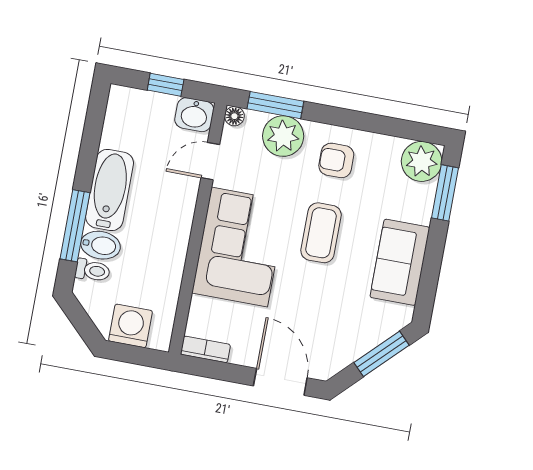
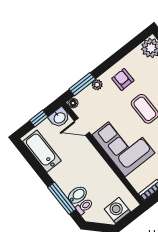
plant: (283, 136) -> (97, 85), width x0.53, depth x0.53
armchair: (336, 160) -> (123, 79), turned 89
door: (210, 161) -> (82, 127), hinge flipped
bathtub: (110, 190) -> (42, 151), moved

